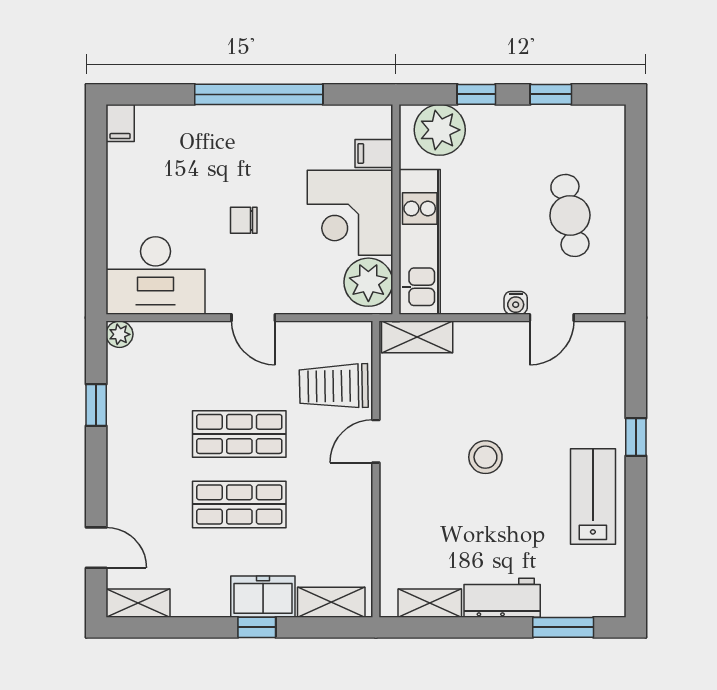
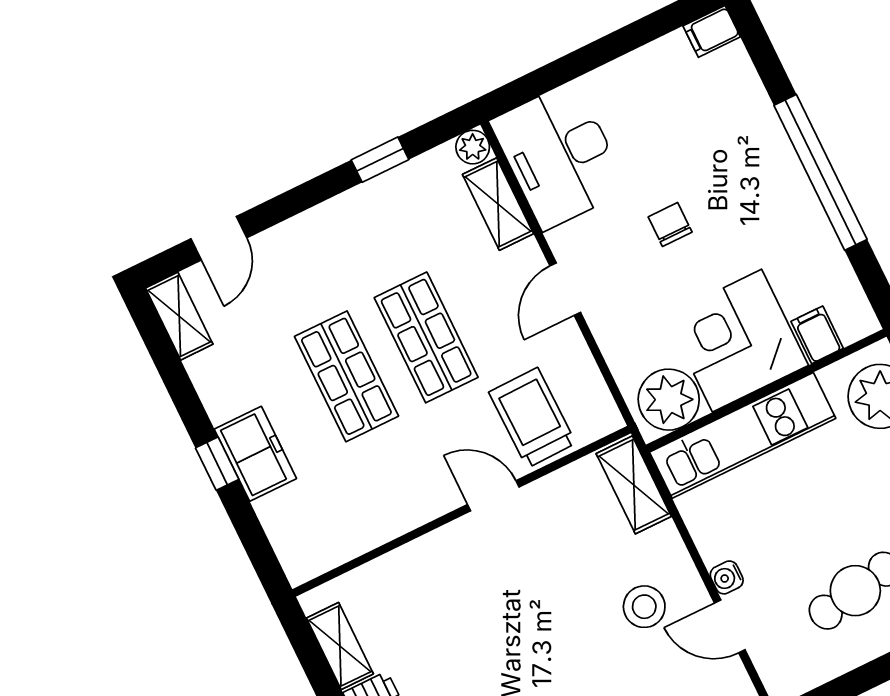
stool: (485, 457) -> (644, 607), moved
shelving: (331, 602) -> (498, 204), moved

